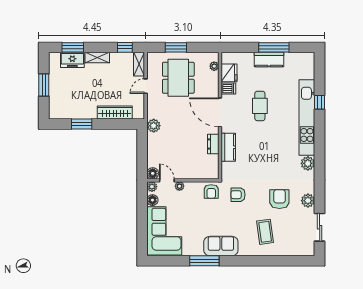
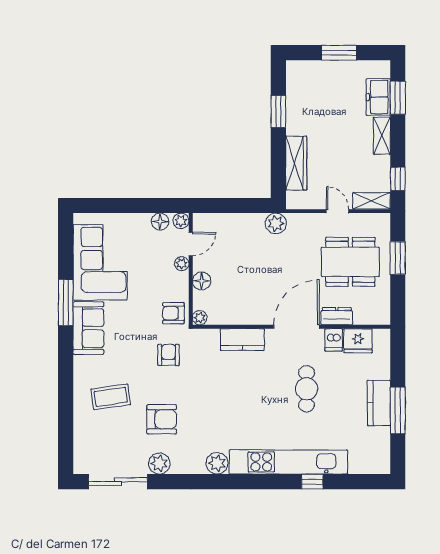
plant: (214, 66) -> (200, 318), moved
cafe table: (260, 106) -> (307, 389), turned 90
dresser: (213, 144) -> (337, 316), moved
floor lamp: (153, 173) -> (202, 281), moved
sliding door: (320, 227) -> (118, 482), width x1.37
corner sofa: (164, 231) -> (100, 262), moved, turned -90

